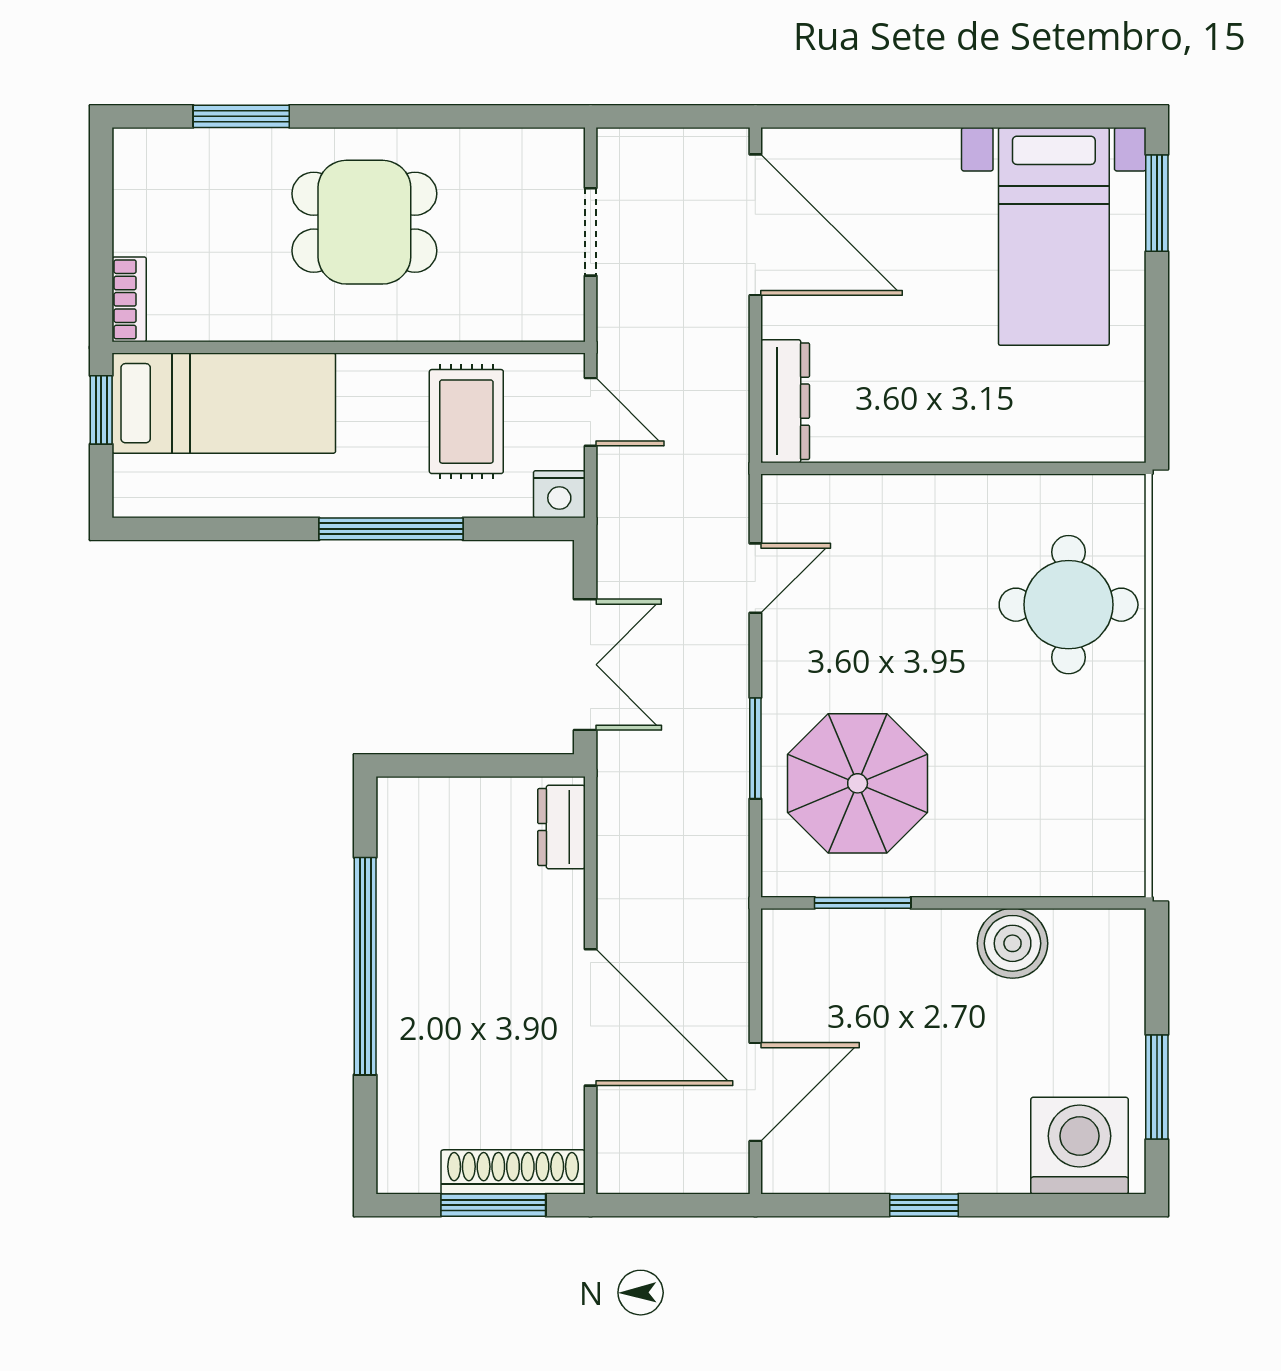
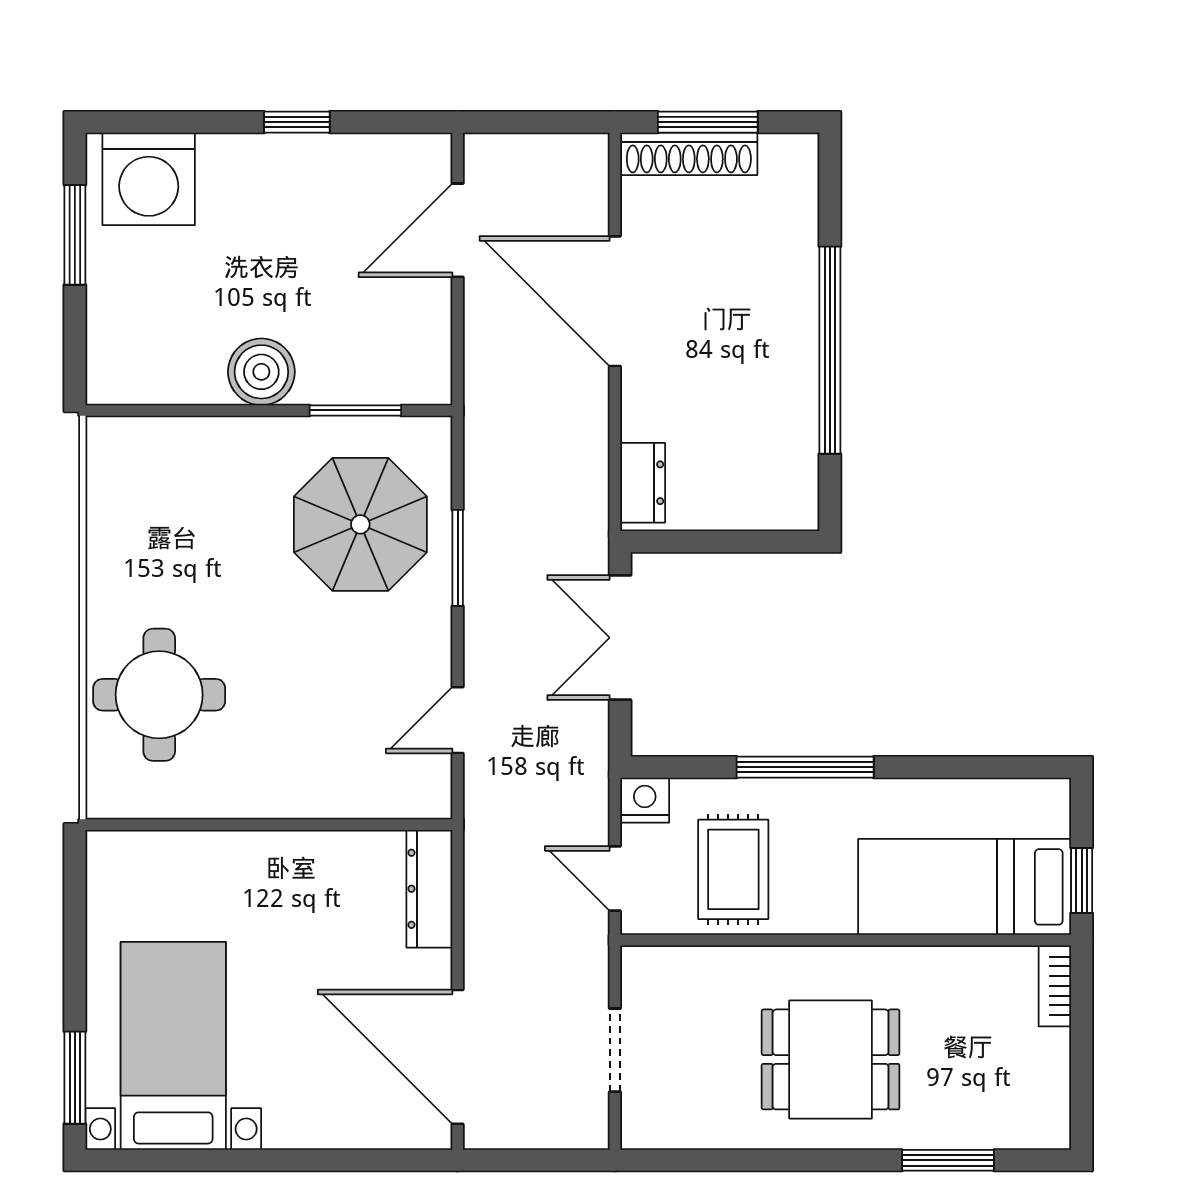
boiler: (1013, 943) -> (261, 372), moved

